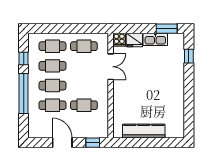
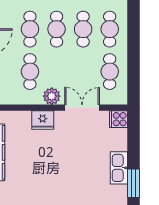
fridge: (134, 40) -> (43, 120), moved, turned -90
double door: (111, 67) -> (82, 108), swing flipped
plant: (102, 89) -> (52, 96), added

